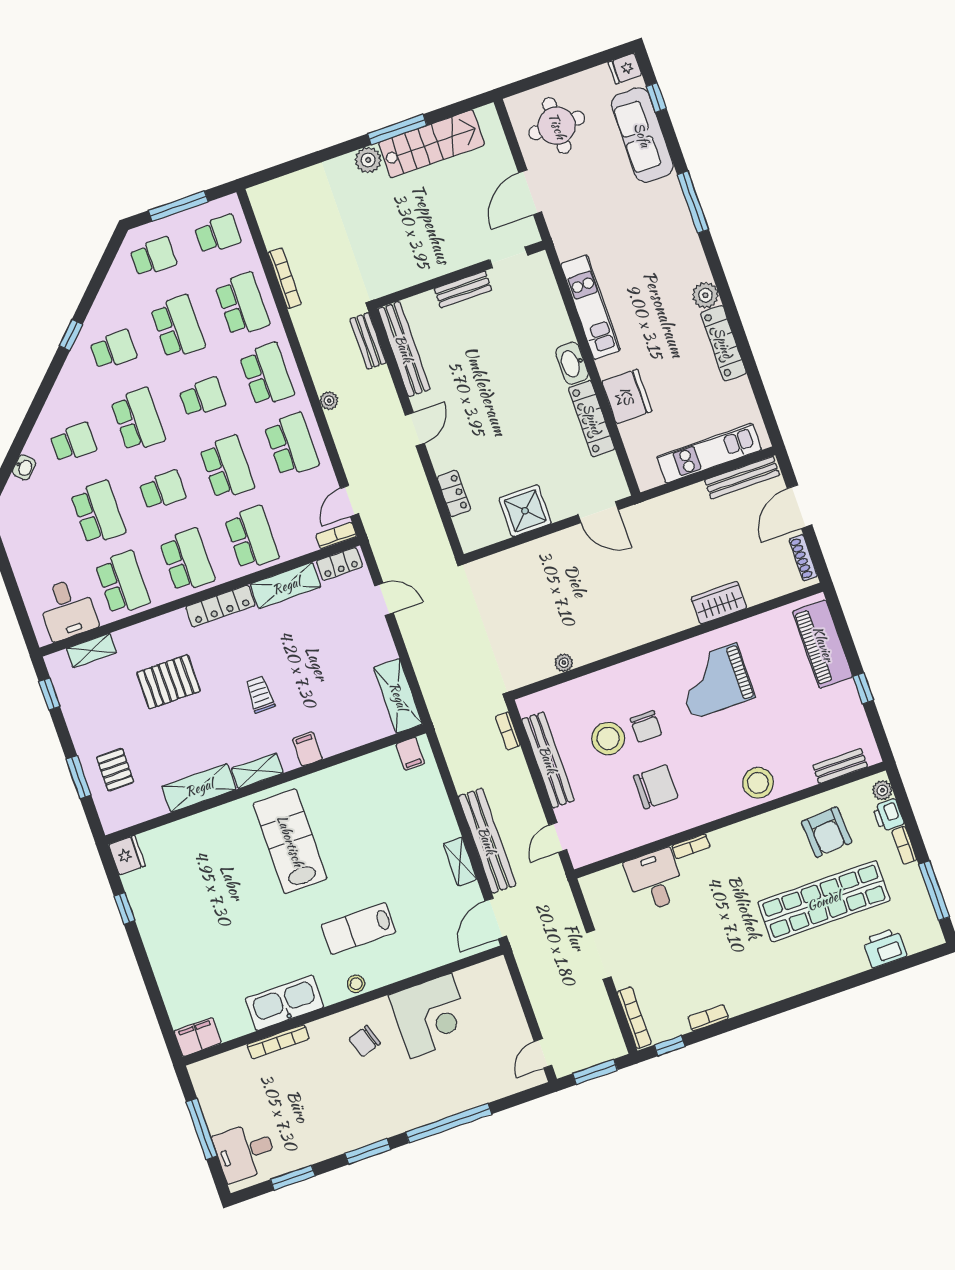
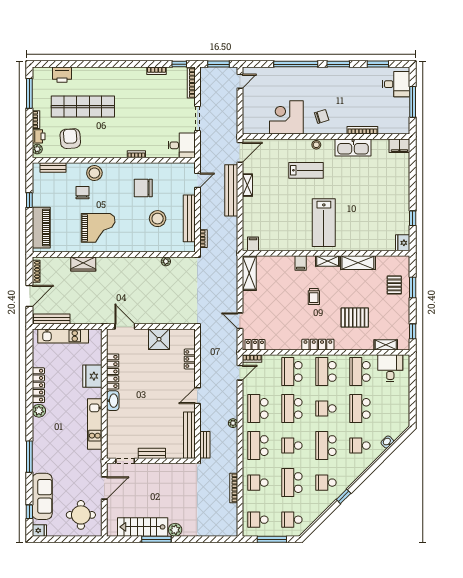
school desk: (242, 304) -> (258, 483), width x0.54
shelving: (286, 586) -> (284, 343), removed
chair: (646, 727) -> (82, 193), moved
desk: (655, 880) -> (182, 145), moved, turned -90

